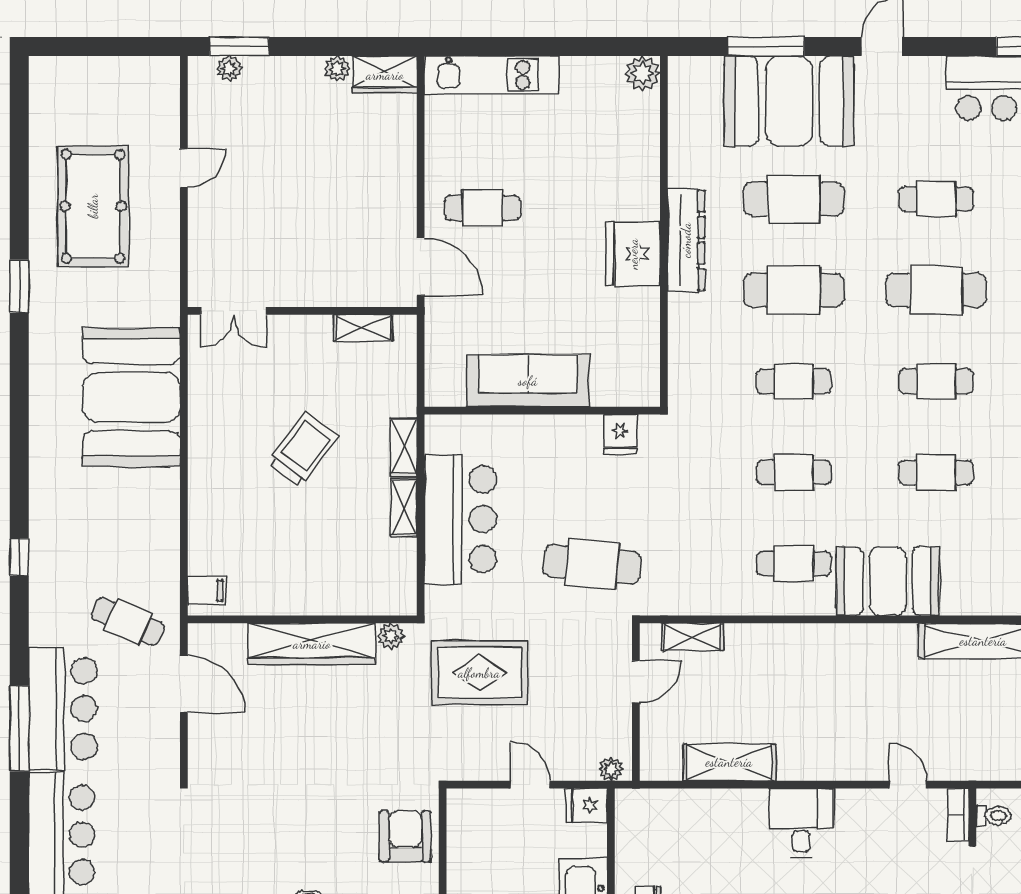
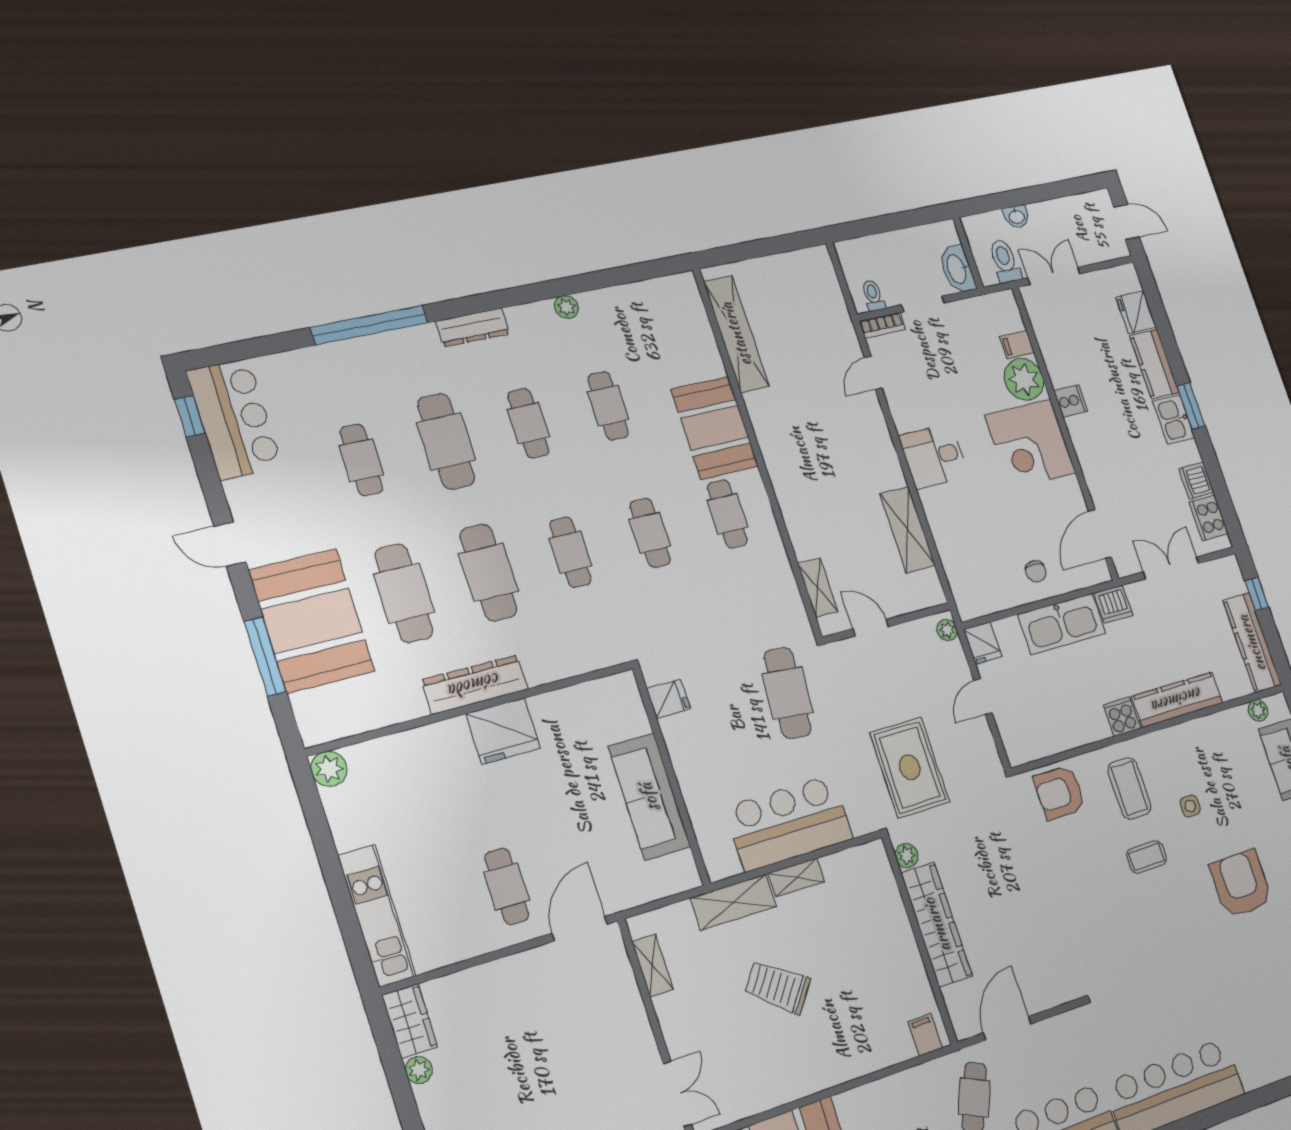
shelving: (404, 447) -> (733, 902), width x1.50, depth x1.33

